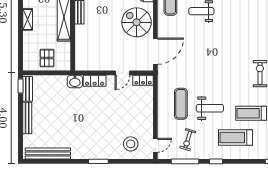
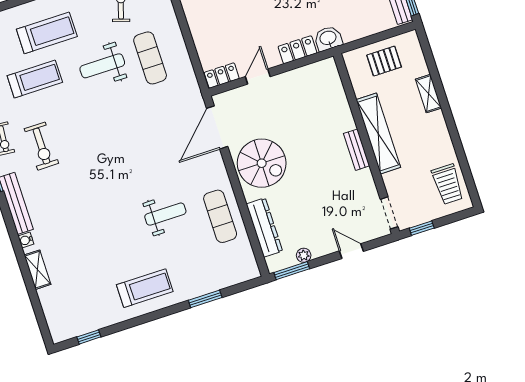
shelving: (28, 19) -> (428, 94), moved
pallet: (47, 58) -> (384, 61), turned 90

